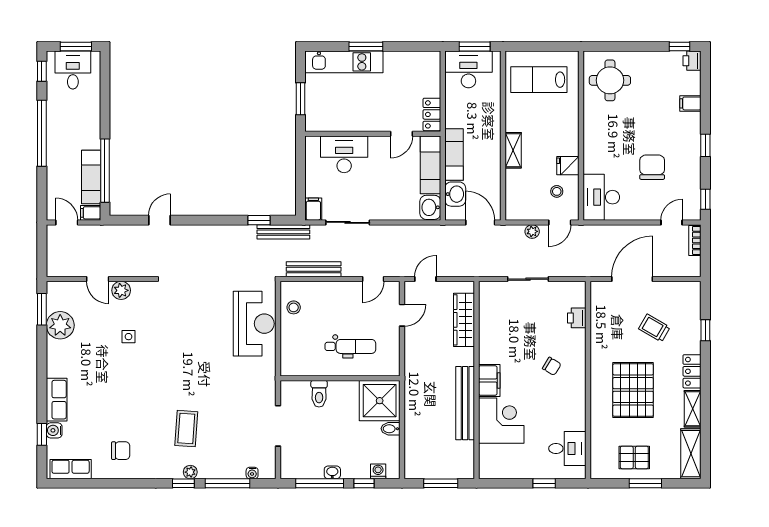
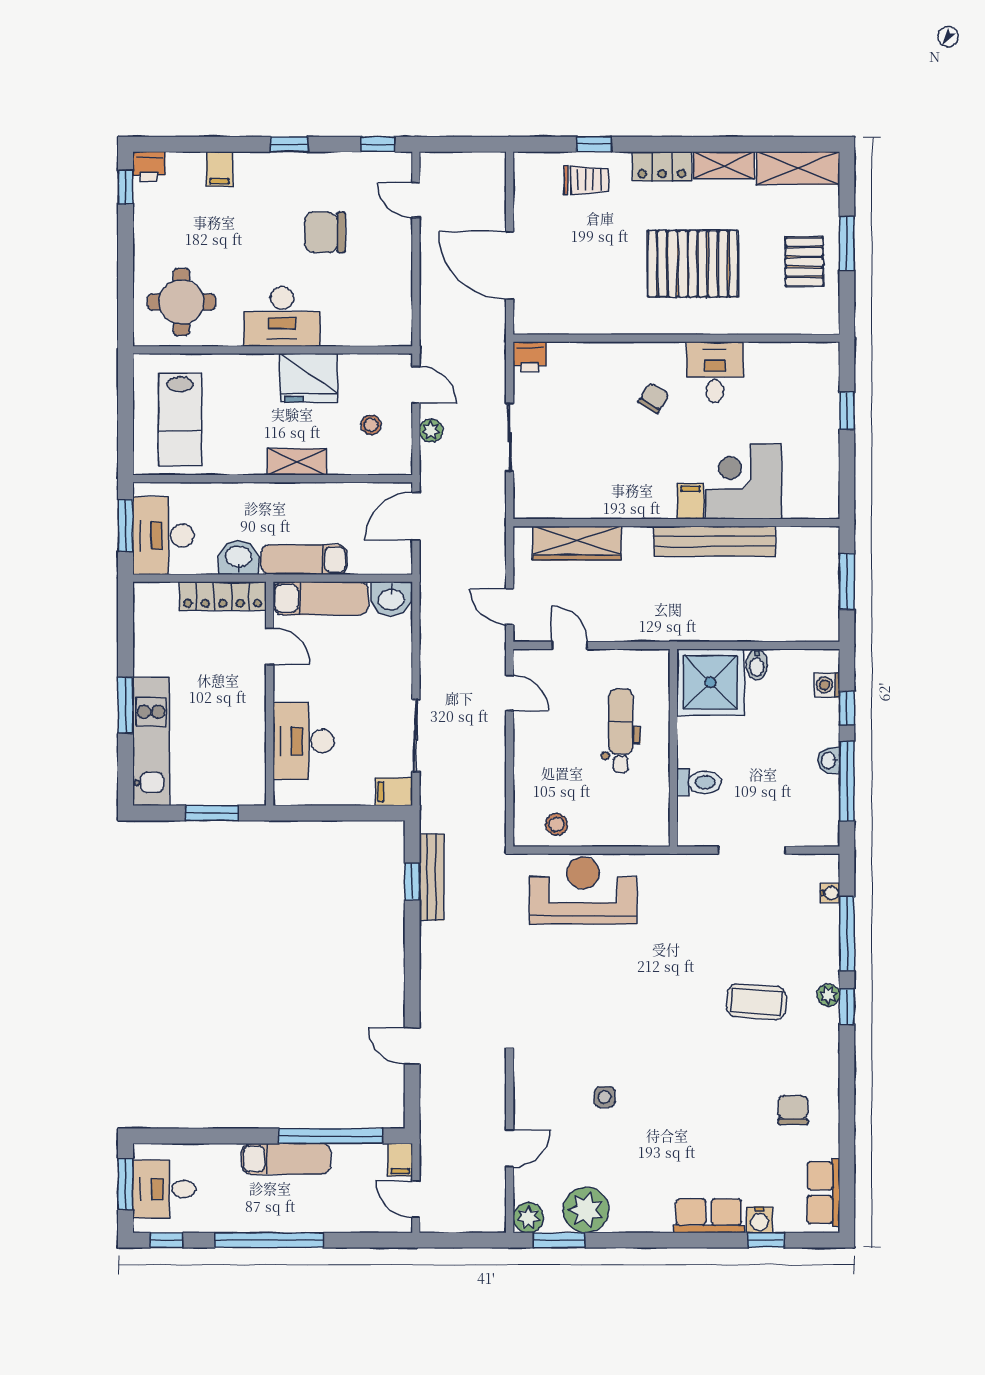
locker: (432, 114) -> (223, 596), width x1.53
fridge: (568, 166) -> (309, 378), width x1.88, depth x1.34
exam couch: (91, 177) -> (286, 1159), moved
stool: (557, 191) -> (371, 425), moved
washbasin: (455, 194) -> (239, 558), moved
desk: (601, 197) -> (282, 316), moved
door: (67, 222) -> (416, 1199), hinge flipped
bench: (283, 232) -> (432, 877), moved
bookcase: (695, 240) -> (446, 162), removed
bench: (314, 269) -> (493, 791), removed
plant: (121, 290) -> (528, 1218), moved
printer: (577, 318) -> (530, 357), moved
trolley: (654, 328) -> (586, 180), moved, turned -120
filing cabinet: (489, 380) -> (690, 501), width x0.50
desk: (567, 449) -> (715, 372), moved

